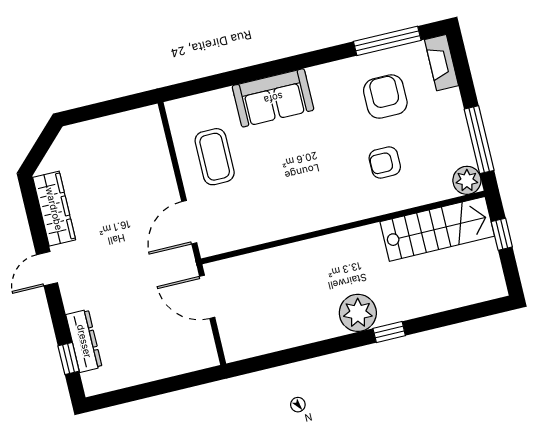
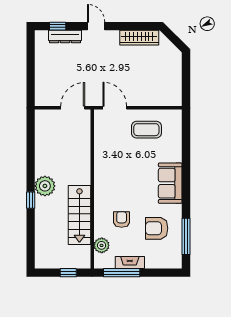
fireplace: (441, 63) -> (130, 263), moved
armchair: (385, 97) -> (157, 228), turned 180
sofa: (273, 98) -> (170, 183), moved
plant: (467, 180) -> (102, 245), moved
stairs: (437, 229) -> (79, 215), moved
door: (47, 269) -> (96, 26), moved

